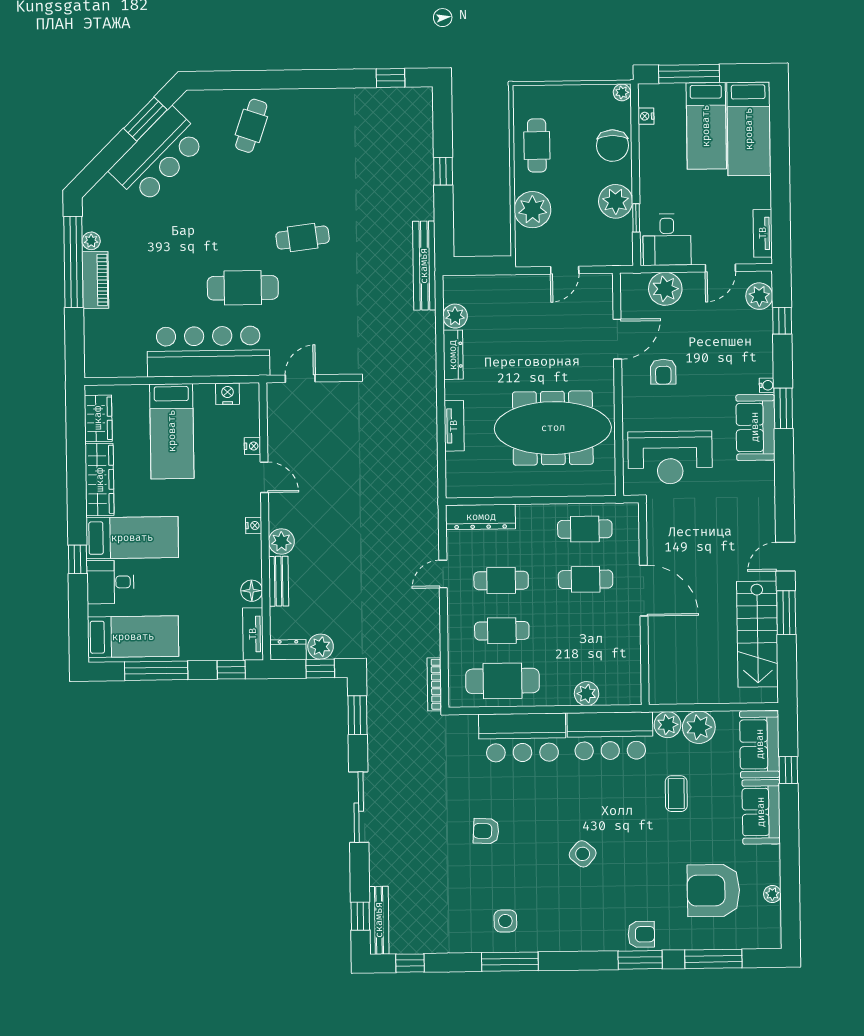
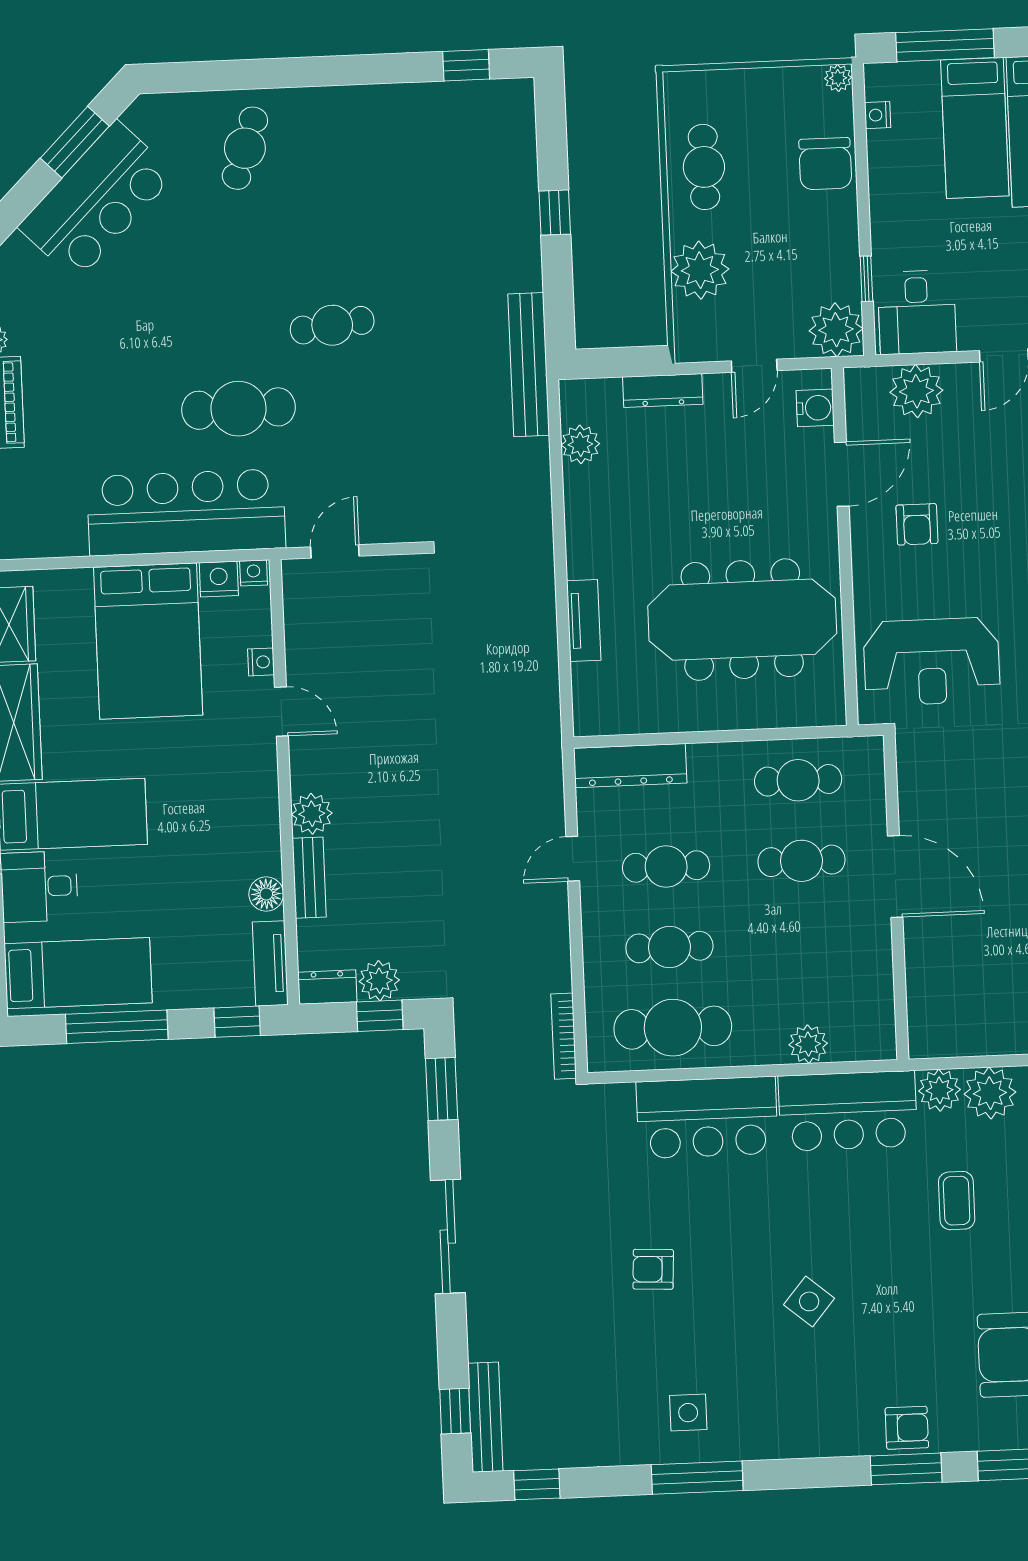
plant: (616, 201) -> (836, 330), moved
water cooler: (602, 297) -> (815, 408), added
dresser: (453, 355) -> (663, 391), moved, turned 90
bed: (172, 431) -> (148, 641), width x1.50
nightstand: (254, 525) -> (254, 573), moved, turned -90

